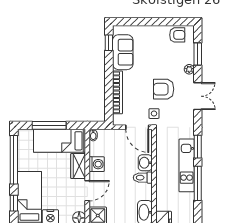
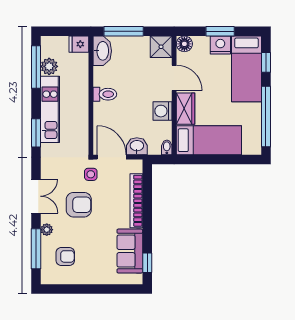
armchair: (177, 35) -> (65, 256), moved, turned 180
window: (198, 54) -> (36, 249), width x1.44
double door: (198, 96) -> (36, 196), swing flipped
window: (49, 125) -> (222, 159), removed
washbasin: (145, 163) -> (137, 146), moved, turned -90
window: (198, 183) -> (36, 67), moved
door: (87, 191) -> (174, 78), swing flipped
plant: (187, 200) -> (49, 66), added

